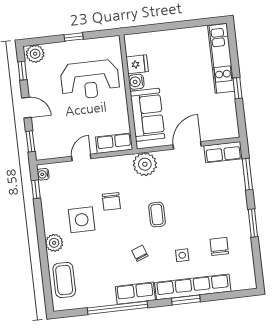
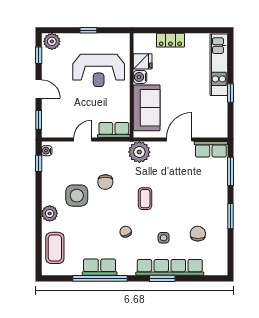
locker: (165, 38) -> (170, 40), added
row of seats: (135, 293) -> (100, 267), moved

